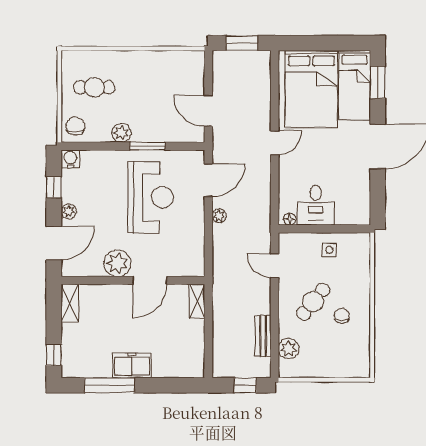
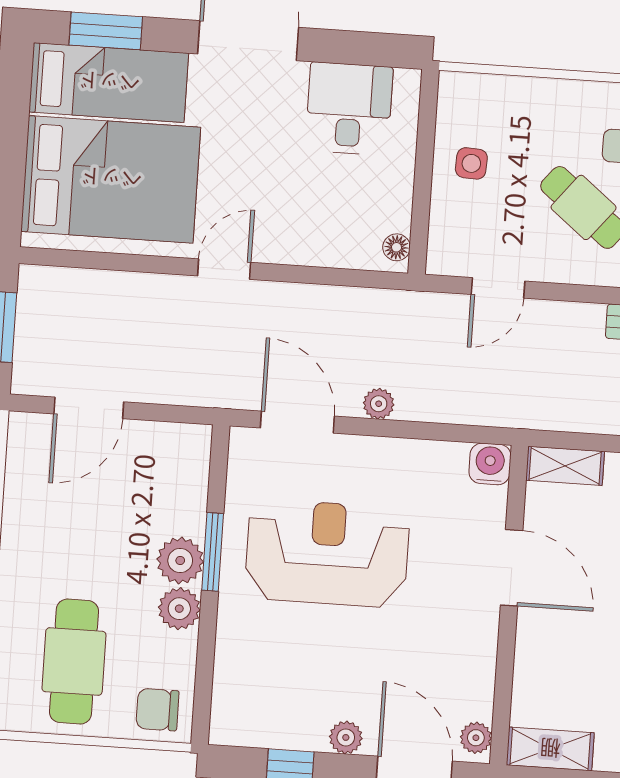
cafe table: (94, 87) -> (74, 662), width x1.37, depth x1.35
door: (208, 111) -> (89, 408), moved
plant: (143, 132) -> (180, 560), added
door: (275, 143) -> (224, 269), hinge flipped
water cooler: (70, 159) -> (490, 464), moved, turned 90
desk: (316, 205) -> (349, 109), moved, turned -90
plant: (117, 263) -> (476, 738), moved, width x0.53, depth x0.53

